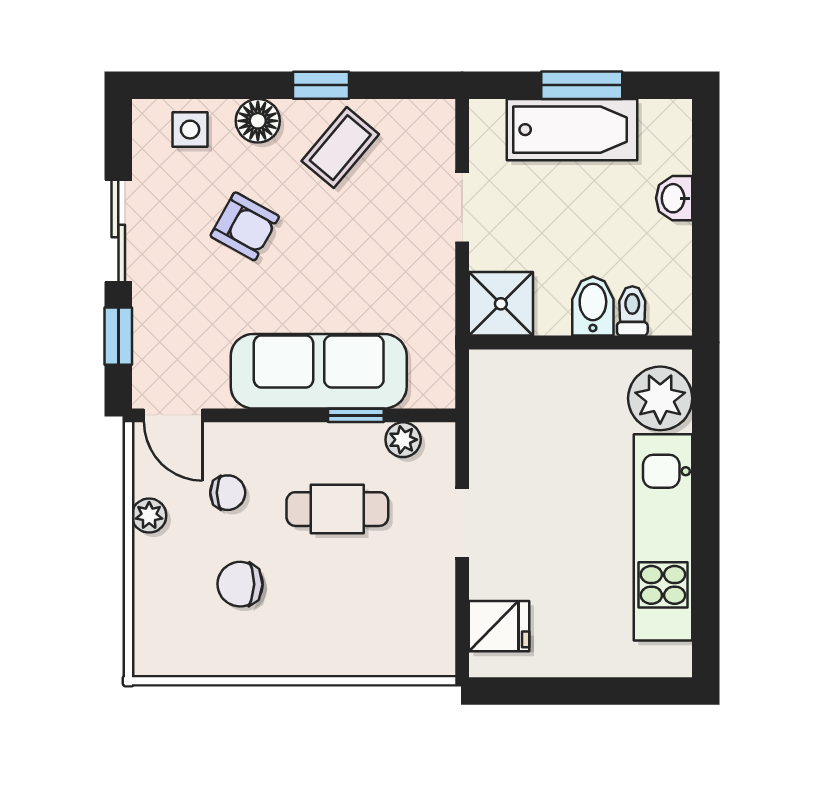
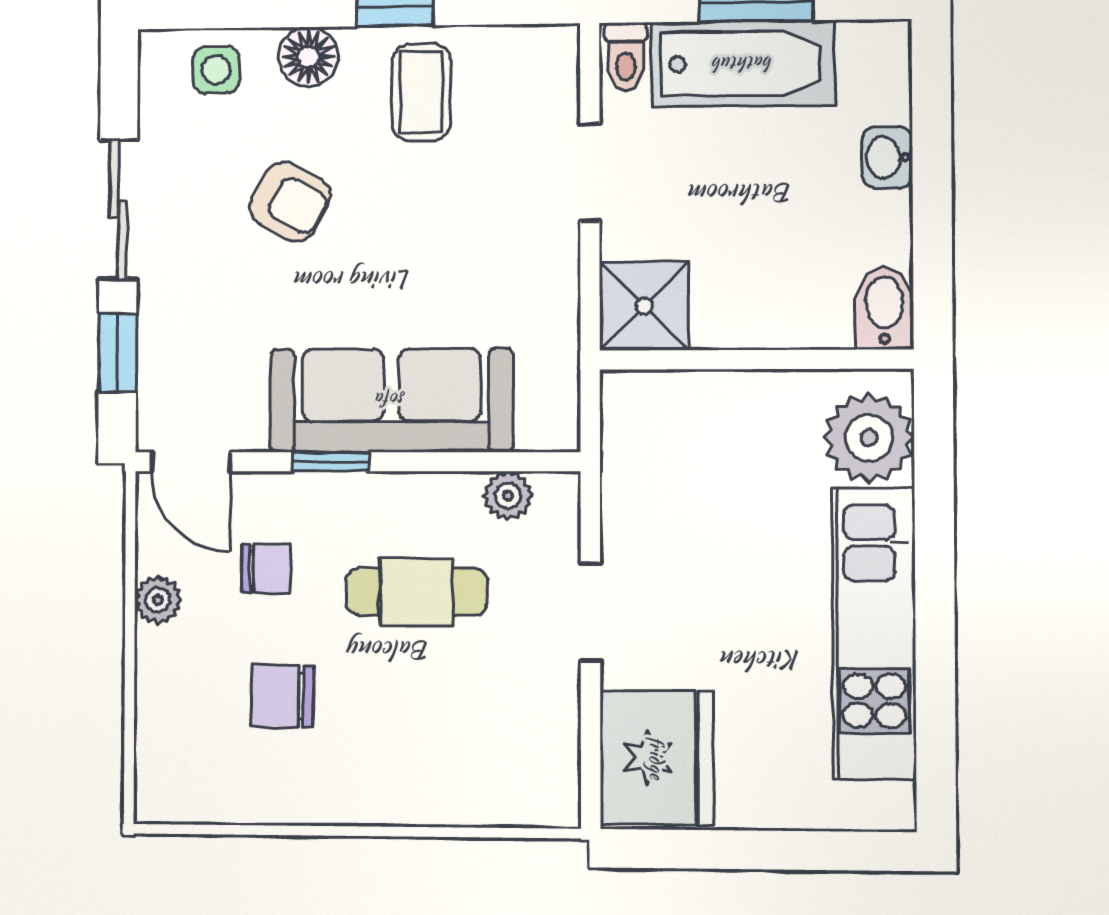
coffee table: (340, 148) -> (421, 92), turned -40
bidet: (593, 306) -> (884, 308), moved
toilet: (632, 311) -> (626, 57), moved, turned 180
window: (356, 415) -> (331, 462), moved
fridge: (499, 626) -> (657, 758), width x1.88, depth x1.34

